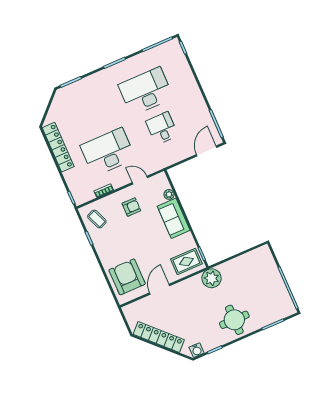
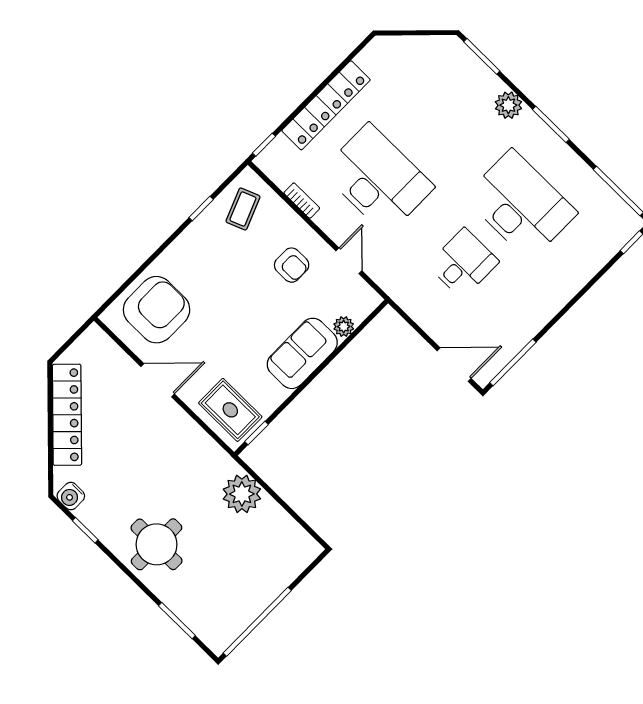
plant: (98, 79) -> (508, 105), added
locker: (58, 147) -> (326, 105), moved
plant: (212, 278) -> (242, 494), moved

